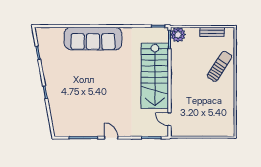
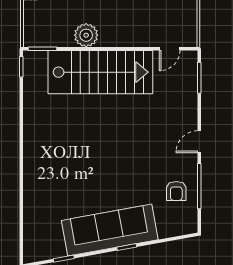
plant: (178, 35) -> (86, 35), moved
sofa: (93, 39) -> (110, 230), moved, turned -100
armchair: (80, 123) -> (176, 191), added

